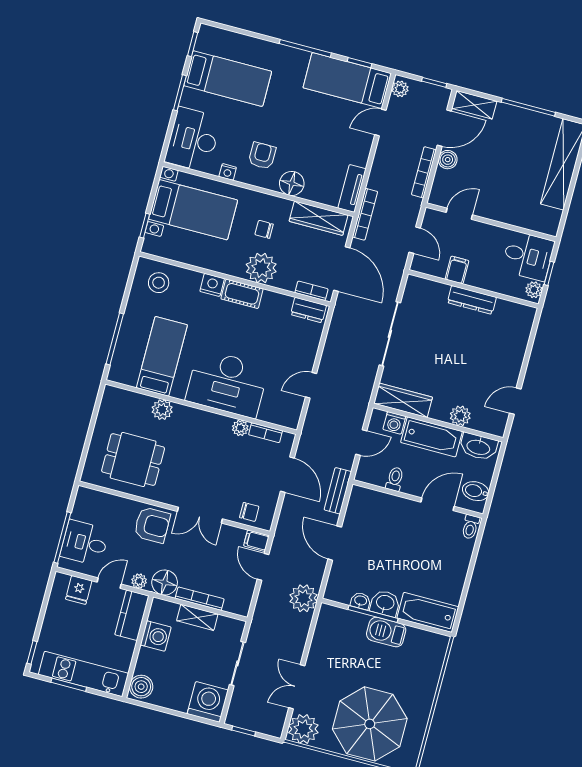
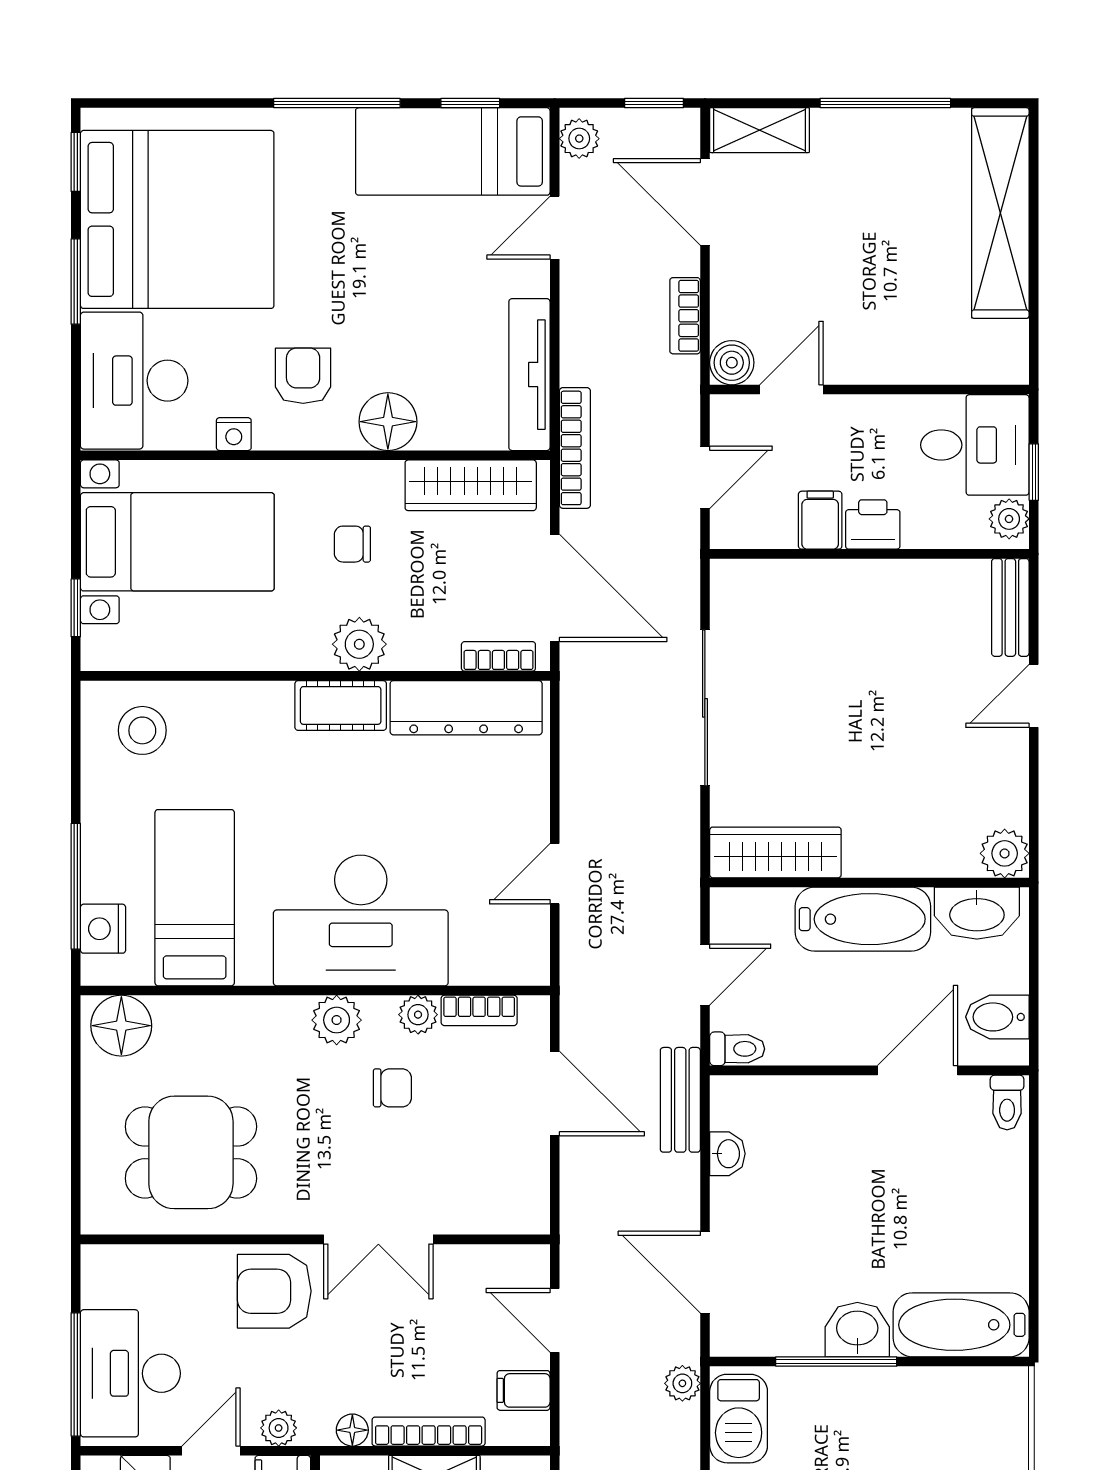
bed: (228, 79) -> (177, 219), width x2.04
door: (444, 128) -> (705, 202), swing flipped
boiler: (448, 160) -> (732, 363), moved
bookcase: (424, 172) -> (685, 316), width x0.64
tv unit: (352, 188) -> (529, 375), width x1.41
door: (415, 240) -> (705, 477), hinge flipped
plant: (261, 268) -> (359, 644), width x0.73, depth x0.73
printer: (478, 277) -> (873, 524), added
nightstand: (212, 285) -> (103, 929), moved, turned -90
dresser: (472, 300) -> (872, 580), removed
dresser: (309, 310) -> (466, 708), width x1.96, depth x1.24
bench: (525, 326) -> (1010, 607), added
floor lamp: (118, 400) -> (121, 1026), added
door: (515, 401) -> (1034, 696), moved
plant: (162, 410) -> (337, 1020), moved
plant: (460, 416) -> (1005, 853), moved
washing machine: (394, 423) -> (769, 910), removed
toilet: (395, 479) -> (737, 1049), moved, turned 90
chair: (249, 512) -> (392, 1088), moved
armchair: (152, 525) -> (274, 1291), turned 180
filing cabinet: (256, 541) -> (524, 1390), moved
desk: (85, 543) -> (130, 1373), width x1.37
door: (335, 543) -> (705, 1272), moved
floor lamp: (165, 583) -> (352, 1430), width x0.53, depth x0.53
plant: (303, 598) -> (682, 1383), width x0.53, depth x0.53
washbasin: (361, 601) -> (727, 1154), moved, turned 90
barbecue: (386, 632) -> (739, 1419), moved, turned -90

